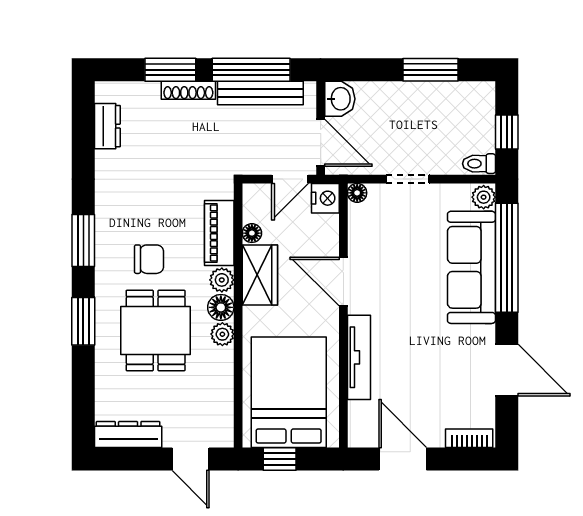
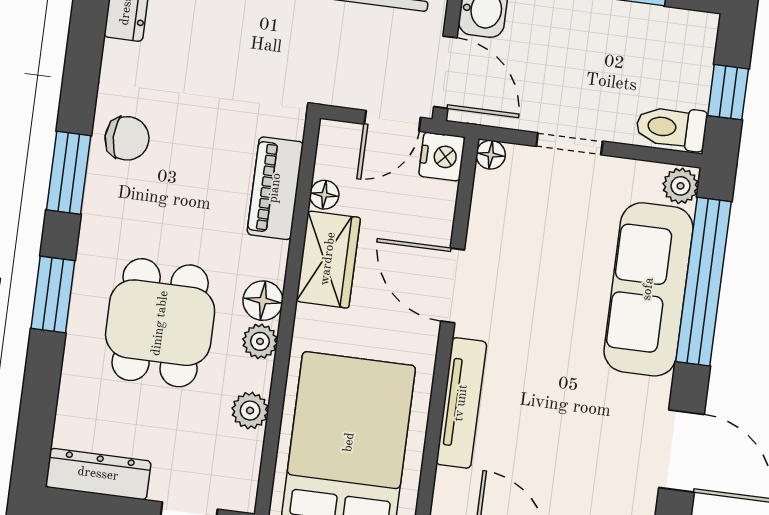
toilet: (479, 164) -> (671, 128), width x1.37, depth x1.39
chair: (149, 259) -> (127, 138), moved
plant: (222, 280) -> (250, 411), moved

